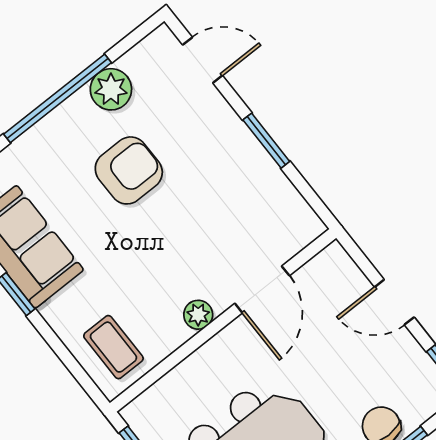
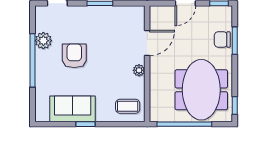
door: (262, 289) -> (147, 43), hinge flipped

